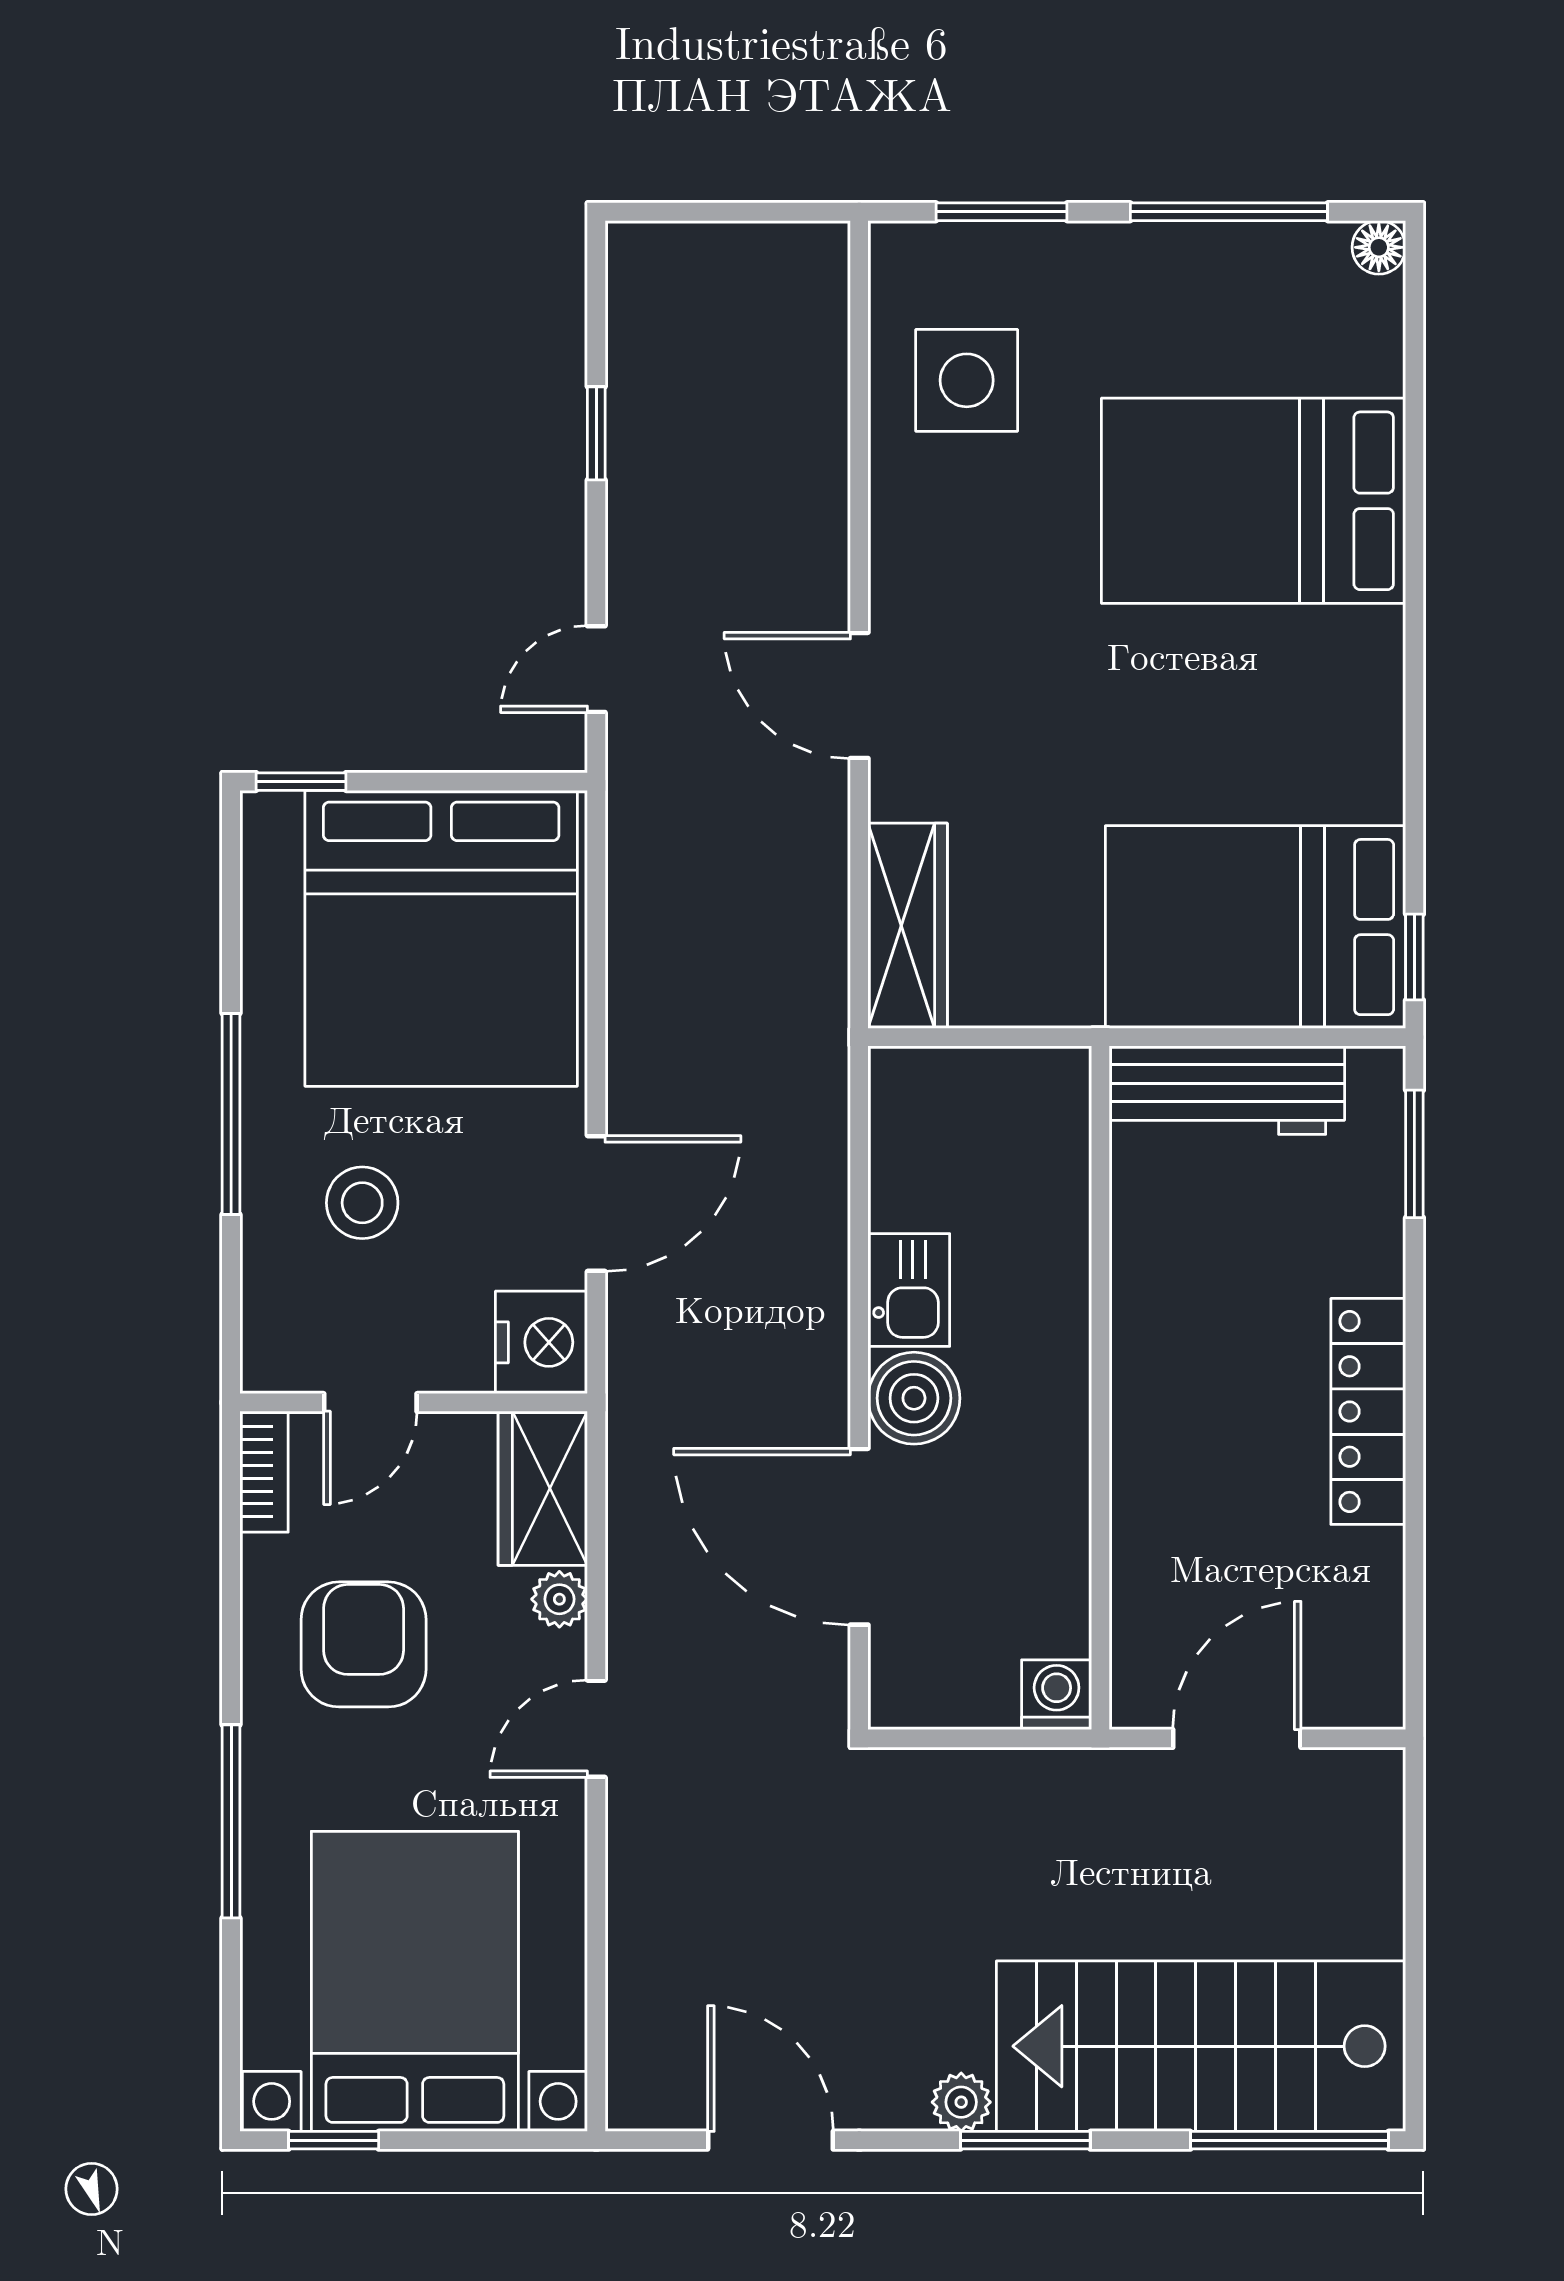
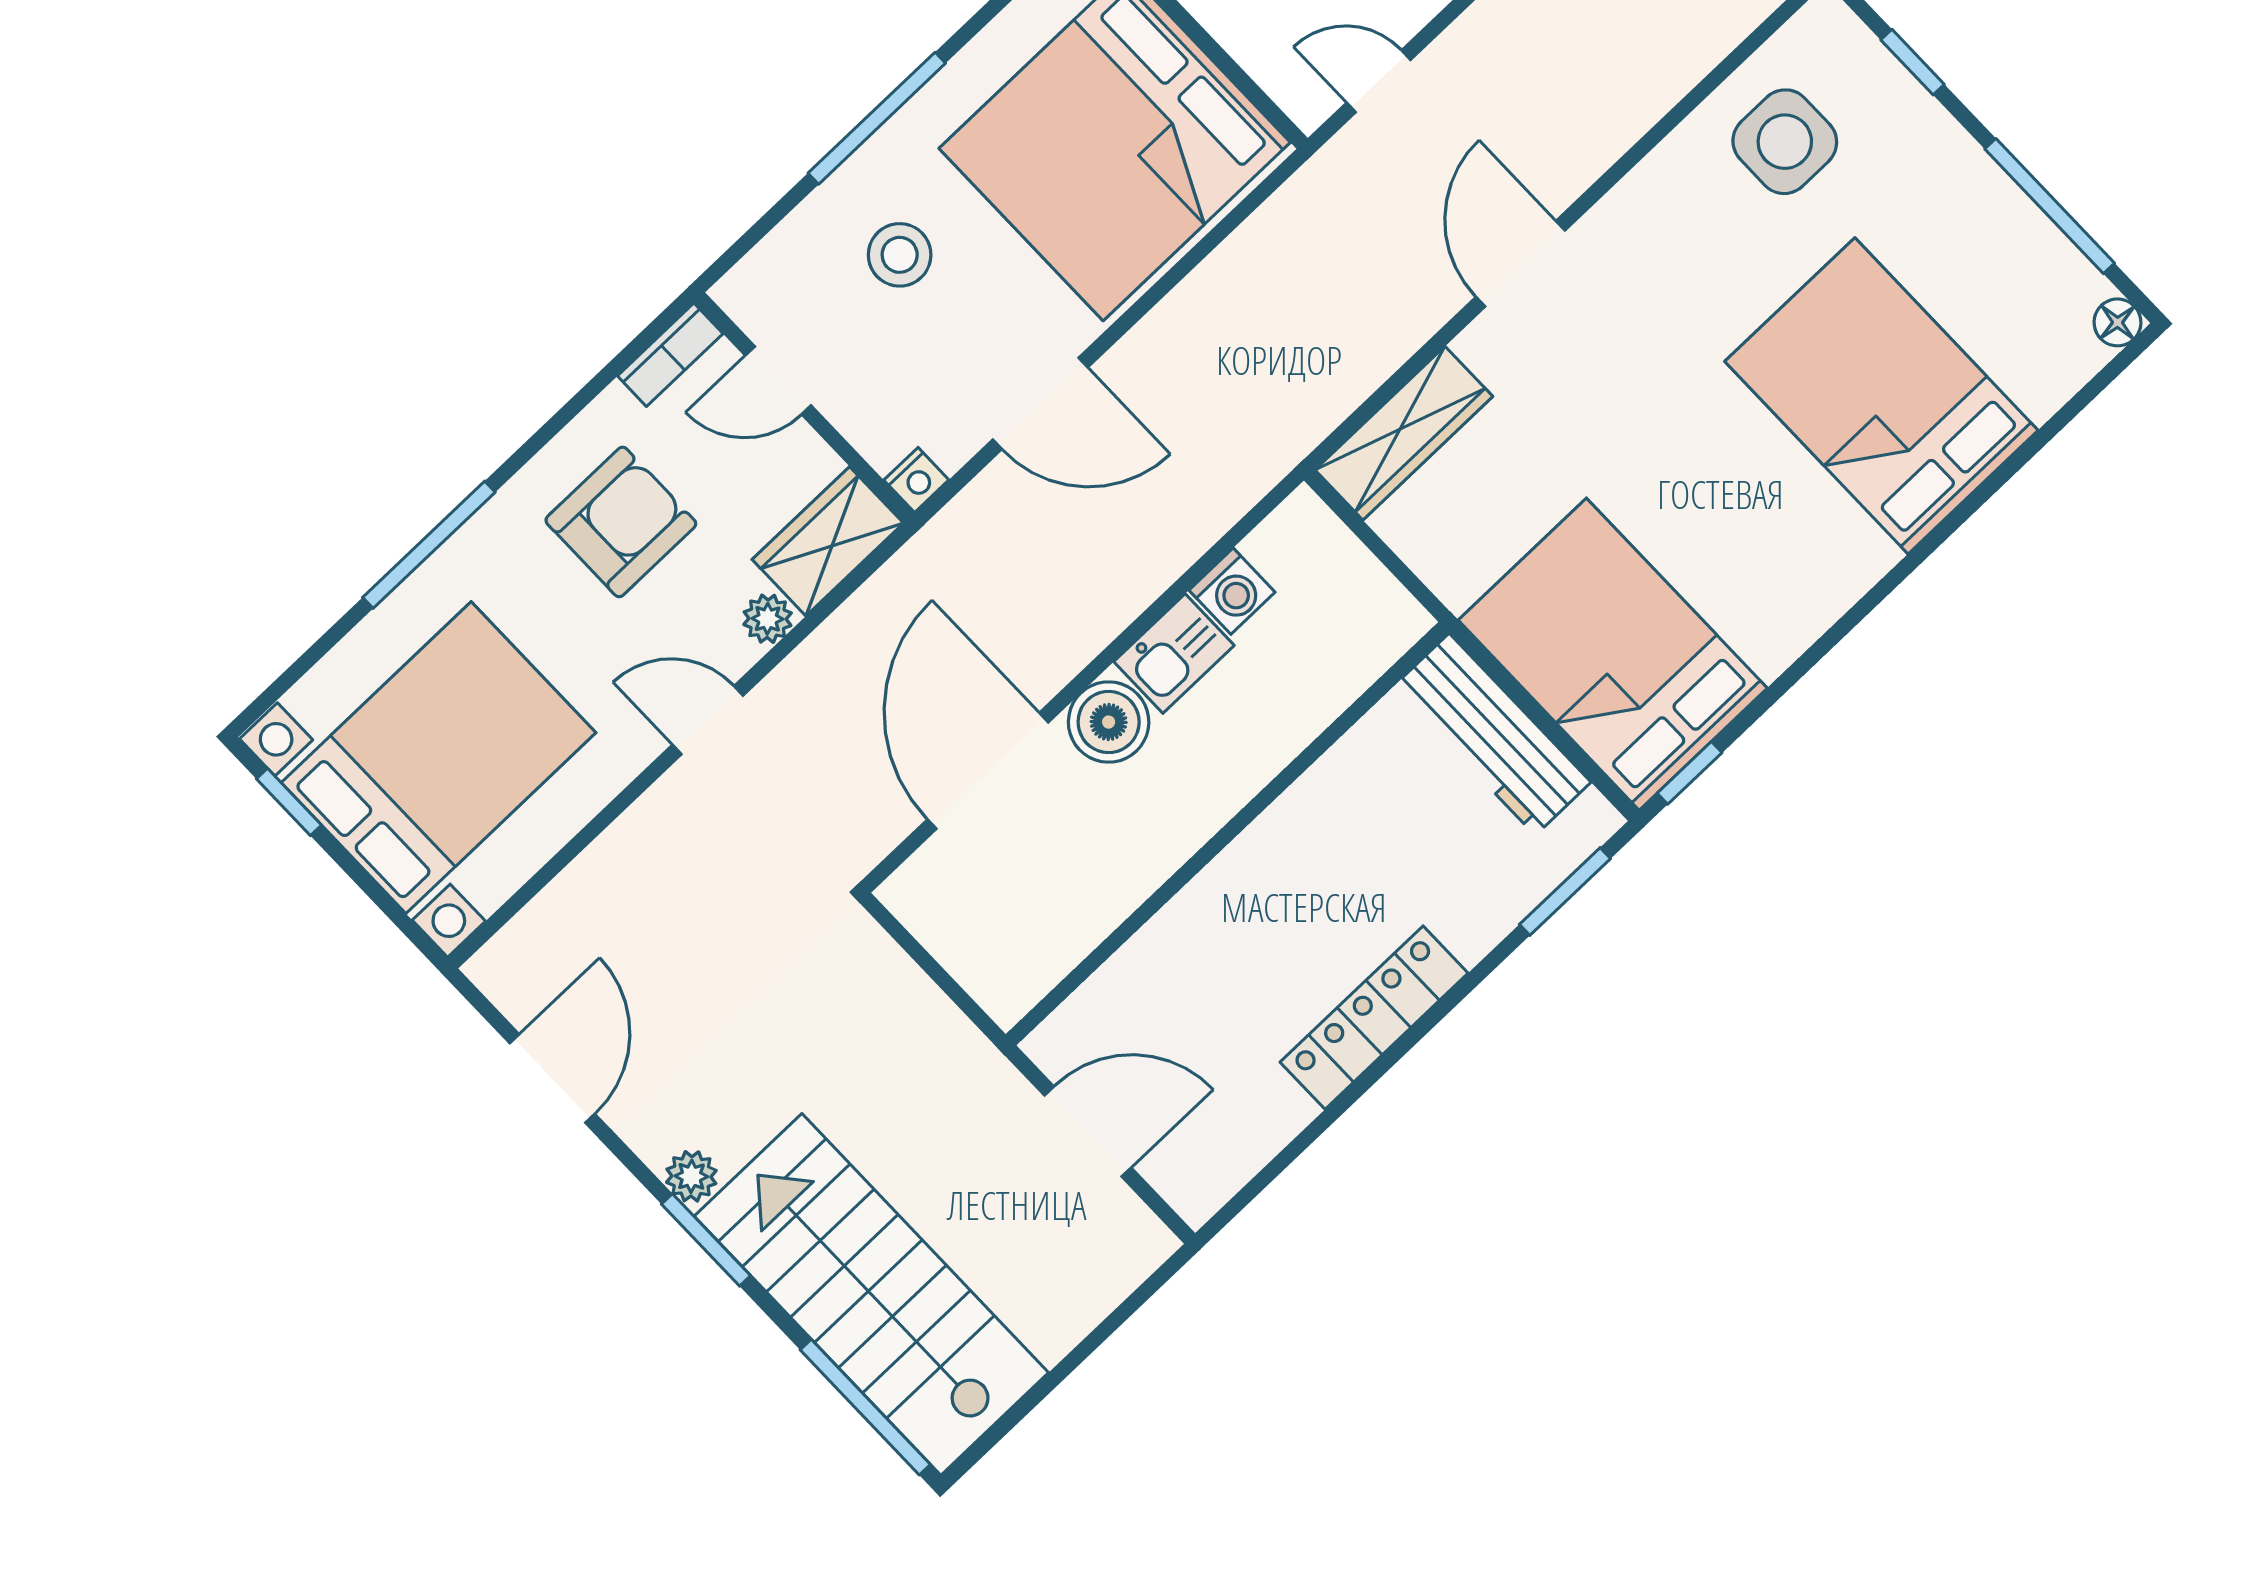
window: (1001, 212) -> (1913, 62), width x0.67
nightstand: (541, 1342) -> (916, 480), width x0.53, depth x0.56
washing machine: (1057, 1695) -> (1232, 591), moved, turned 90

